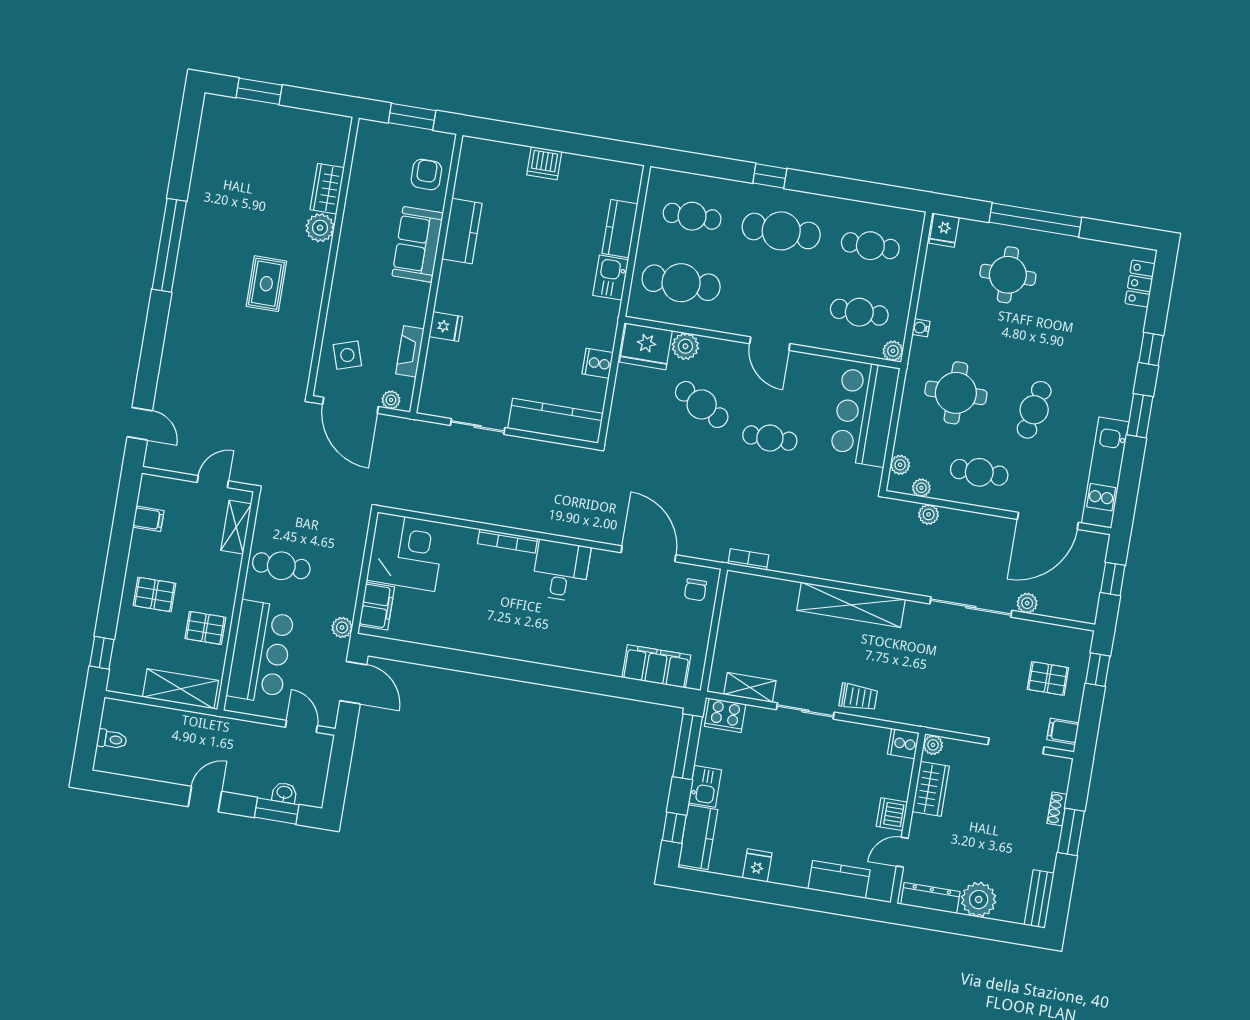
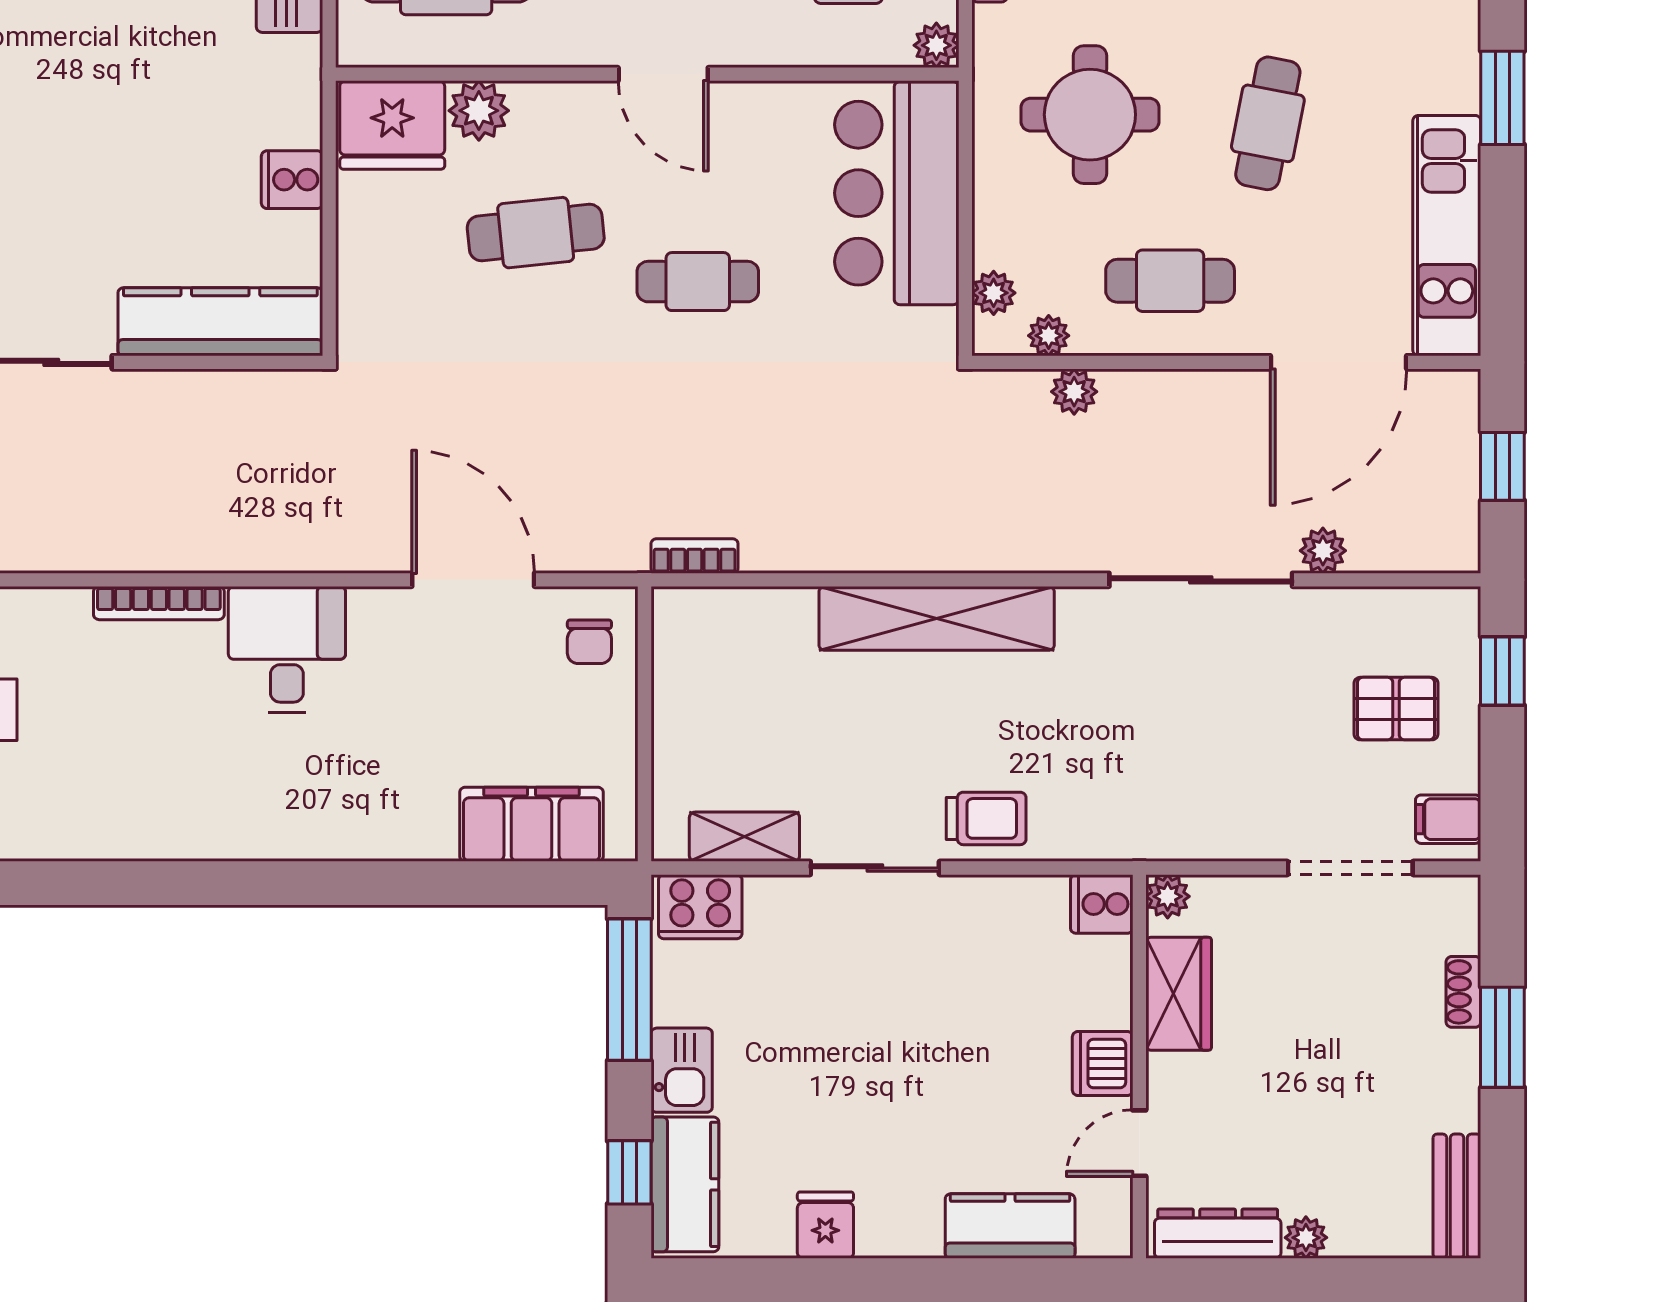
cafe table: (702, 404) -> (536, 233), turned -35
plant: (979, 900) -> (1306, 1238), width x0.53, depth x0.53

